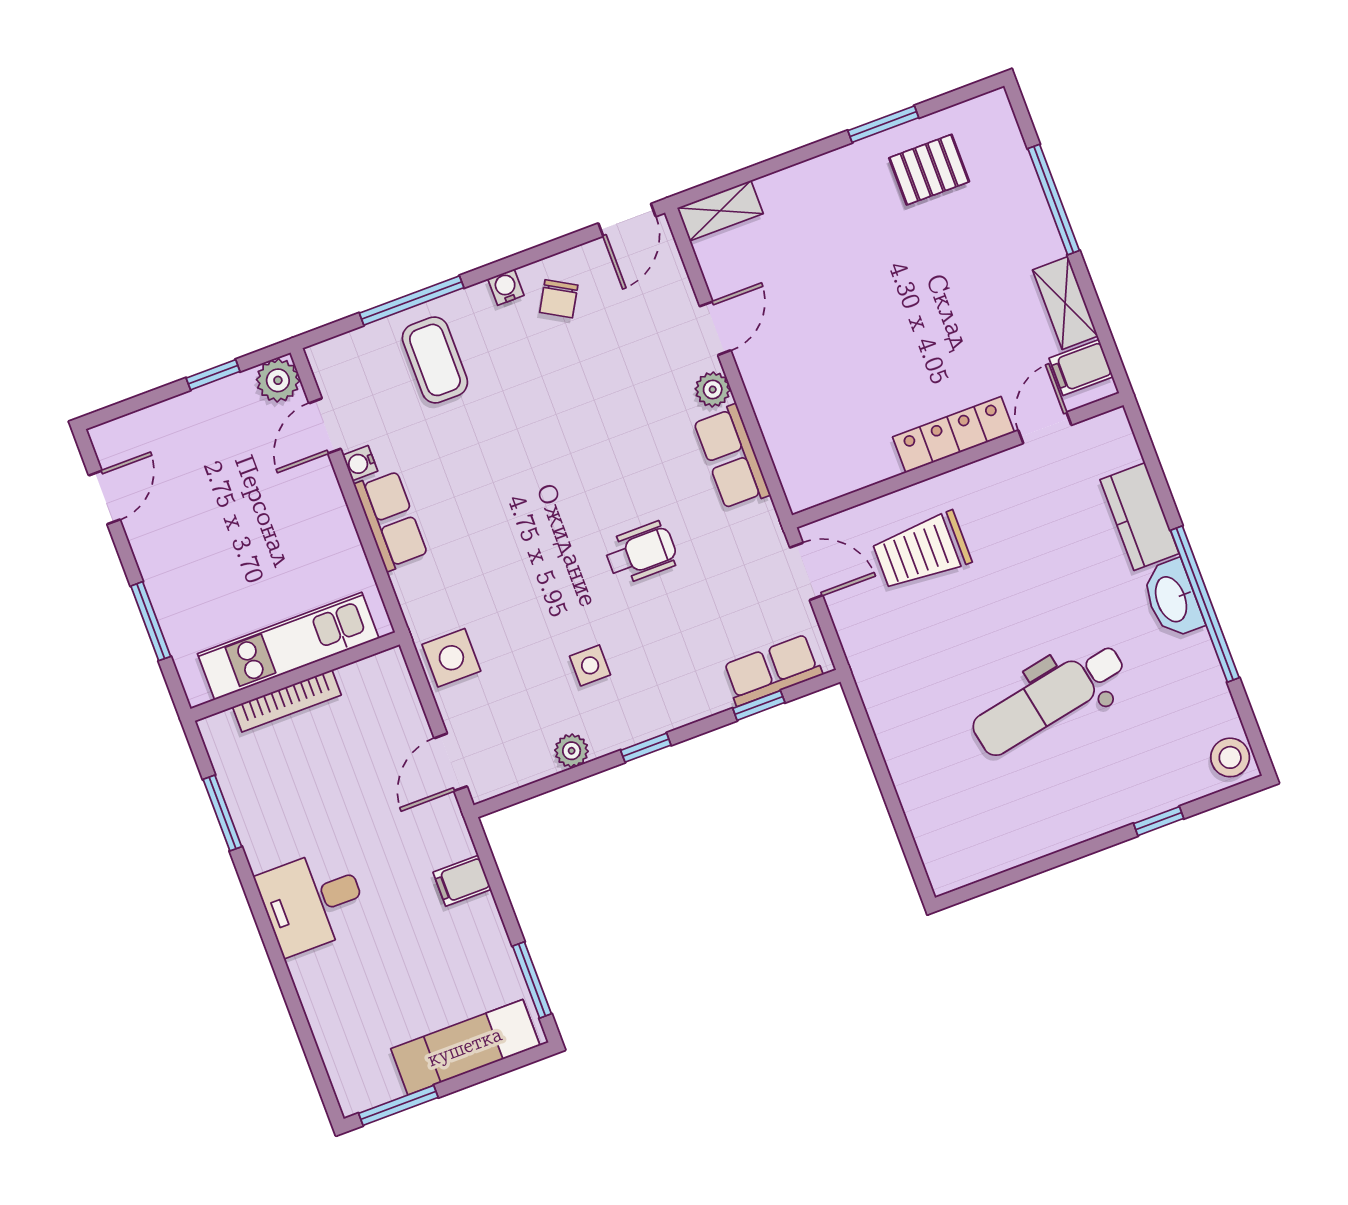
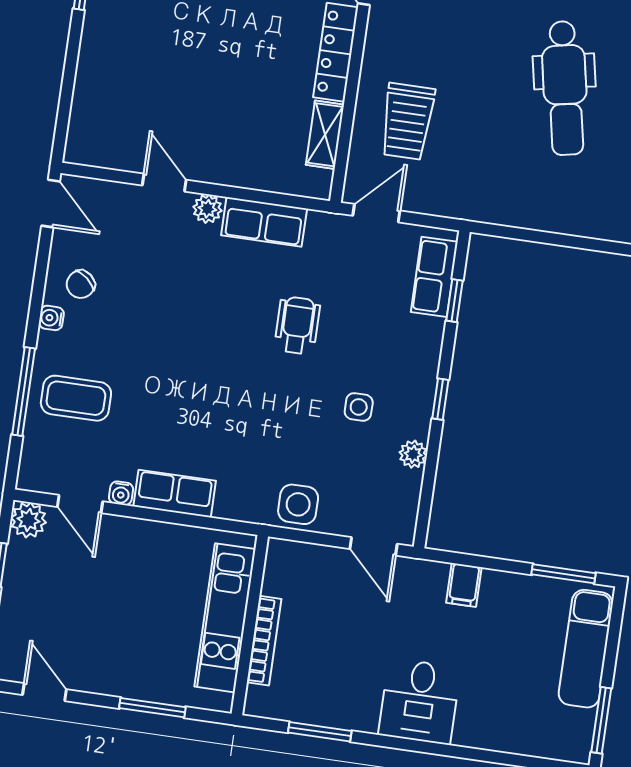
shelving: (720, 211) -> (325, 135), moved
chair: (559, 299) -> (81, 284), turned 100

